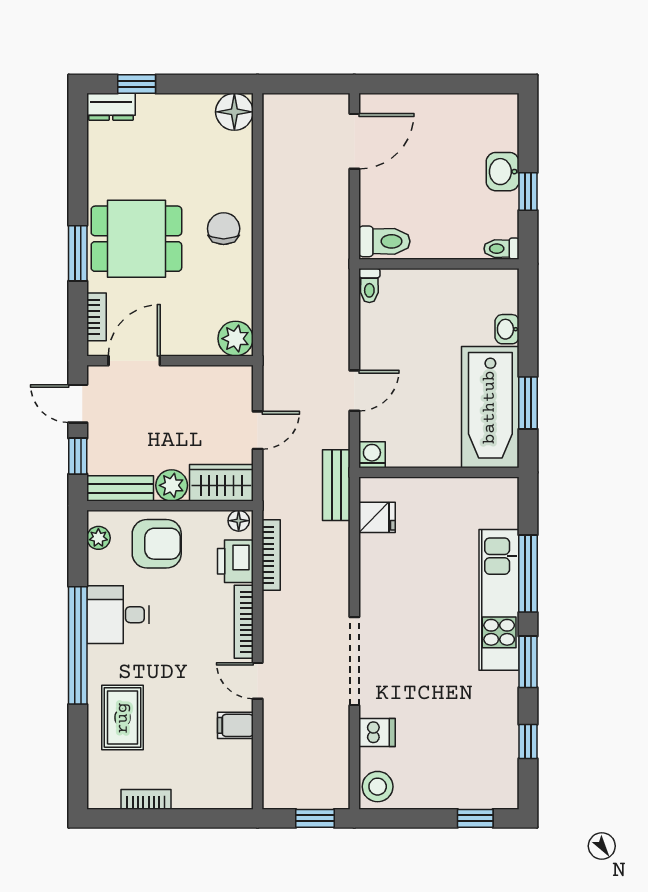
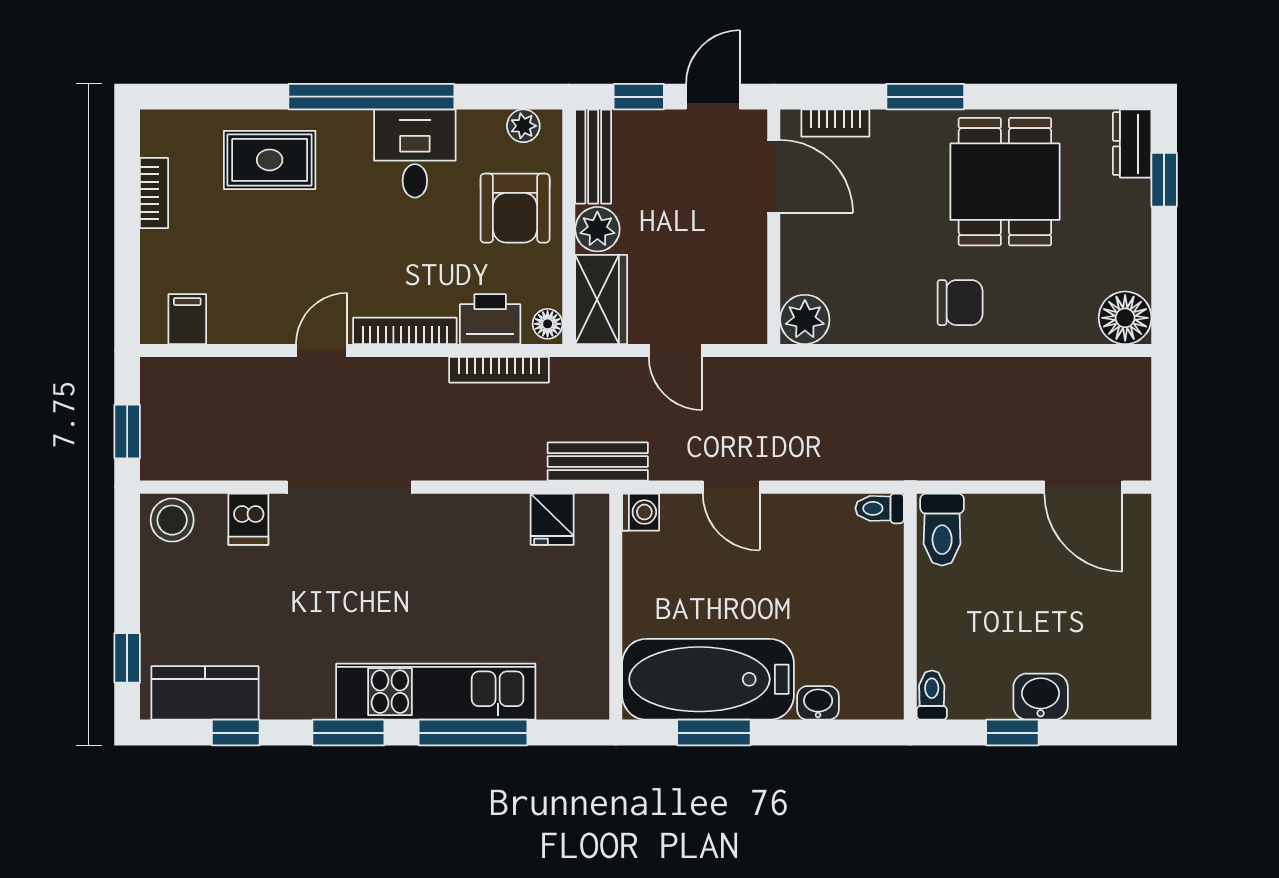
dining table: (136, 239) -> (1005, 182), moved
filing cabinet: (235, 725) -> (187, 319), moved
kitchen counter: (500, 763) -> (205, 693), added

